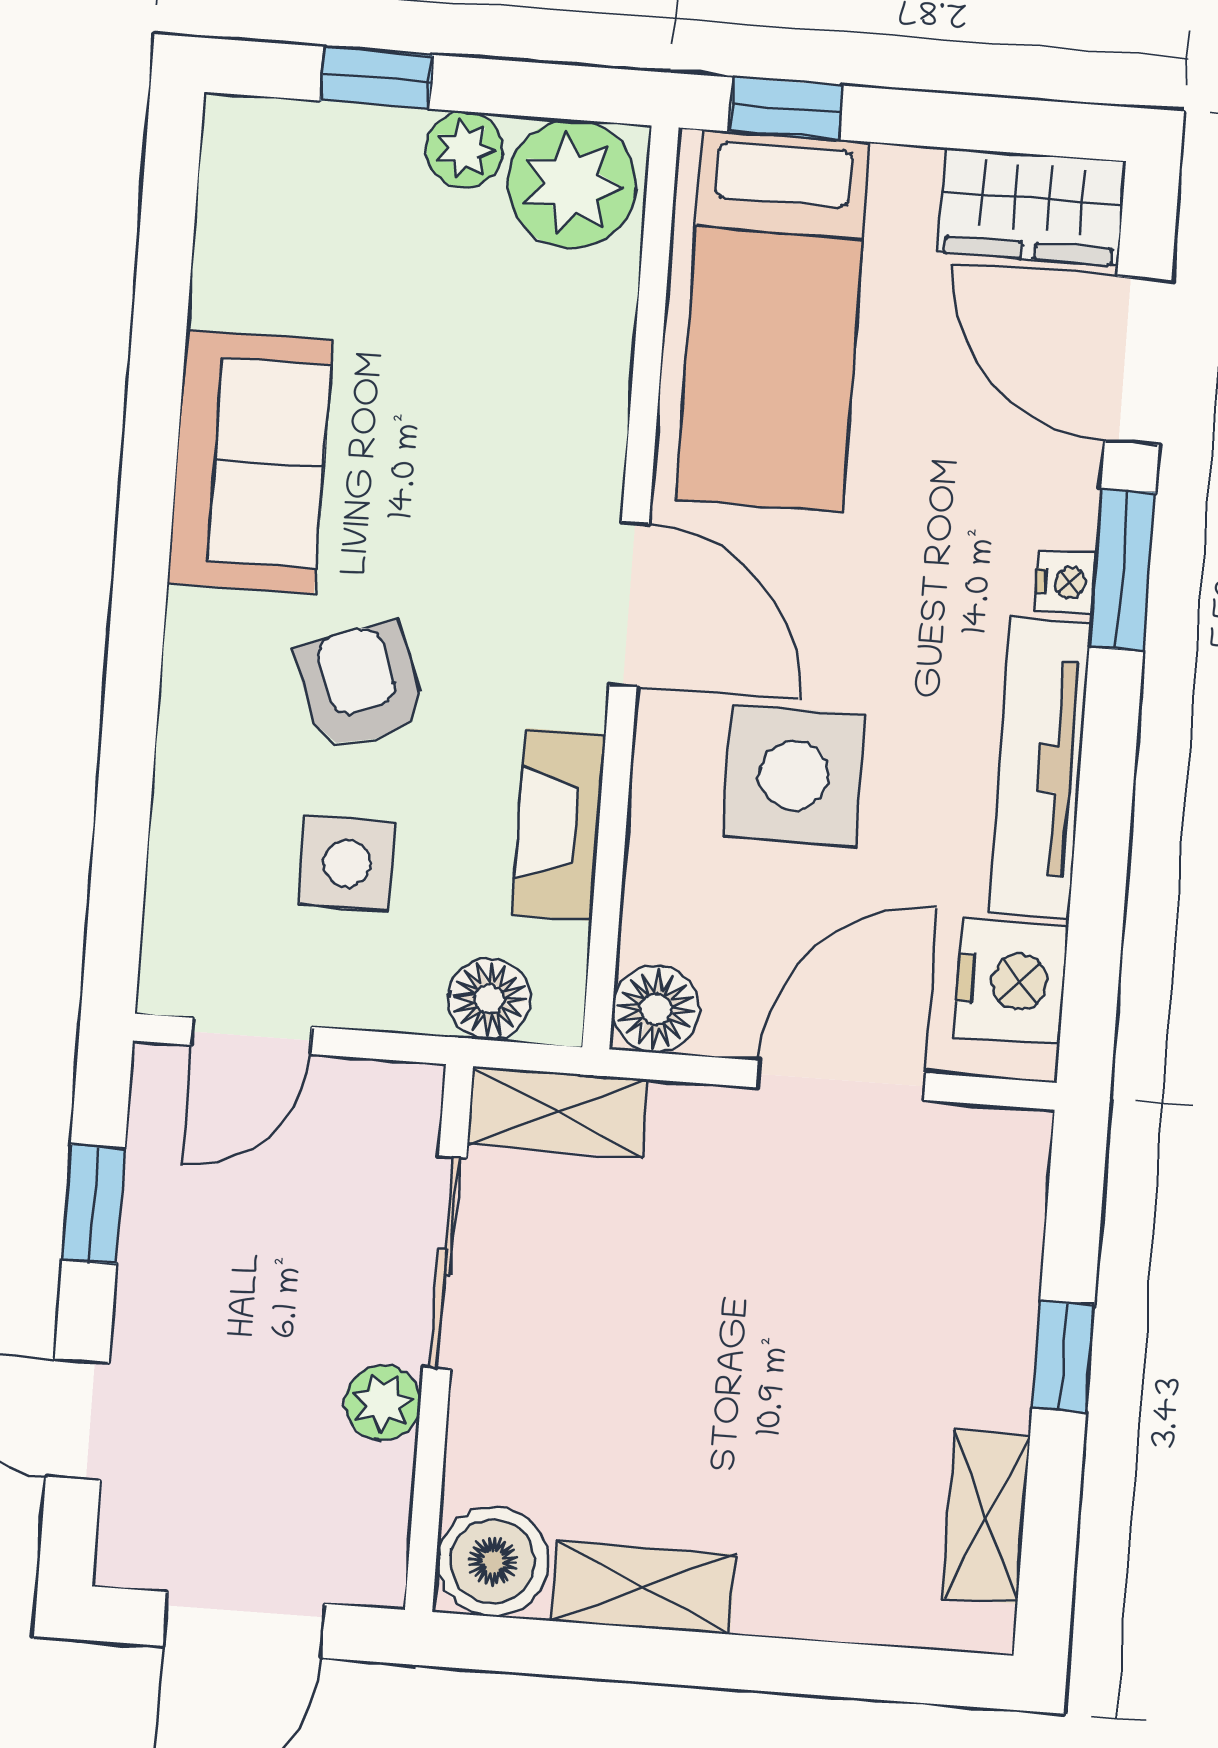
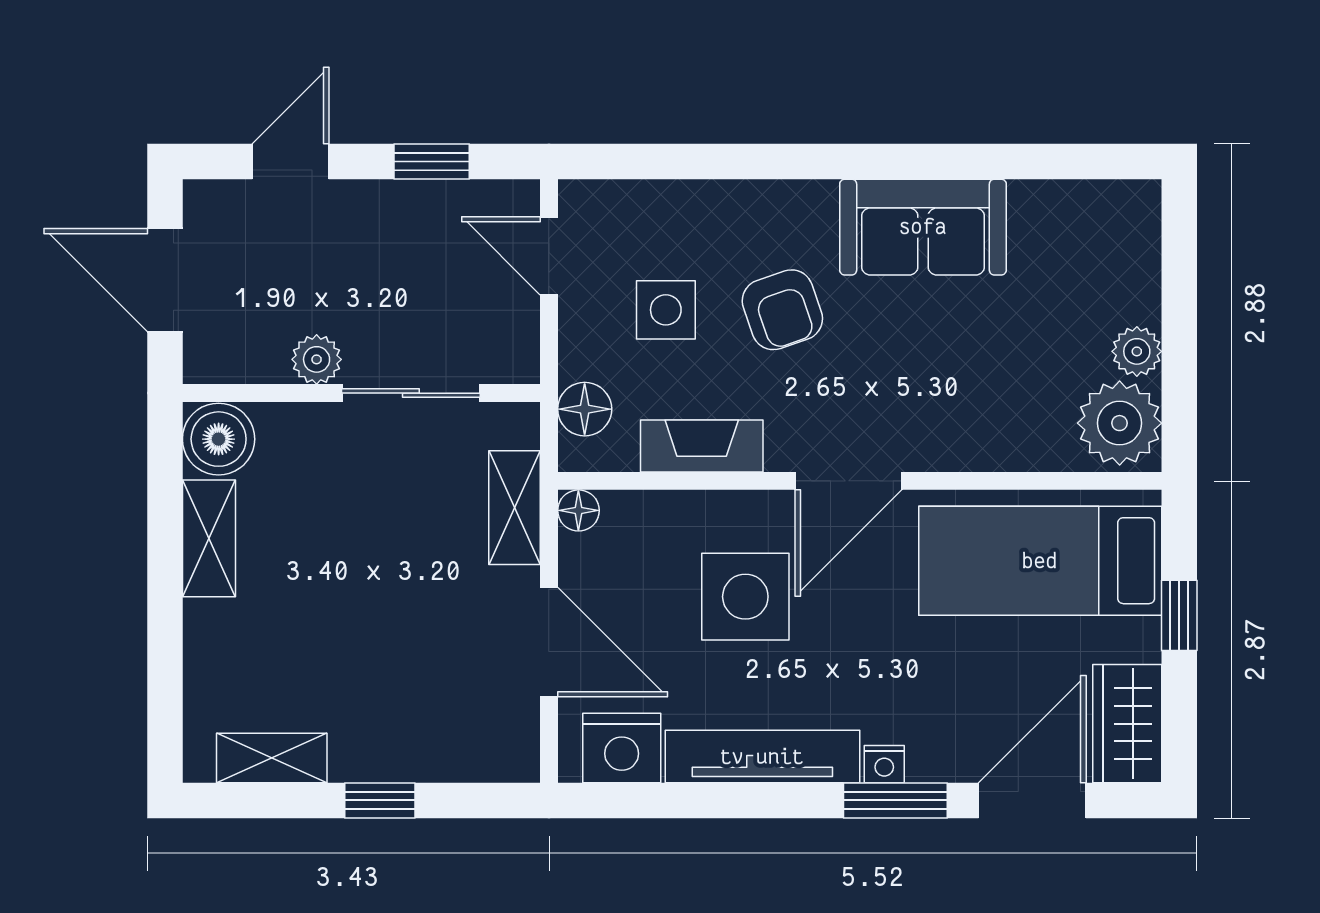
window: (377, 78) -> (1179, 291), removed
window: (786, 109) -> (1179, 615), moved
armchair: (360, 686) -> (782, 310), turned 91
floor lamp: (656, 1009) -> (578, 510), width x0.73, depth x0.73
shelving: (557, 1112) -> (514, 508), moved

